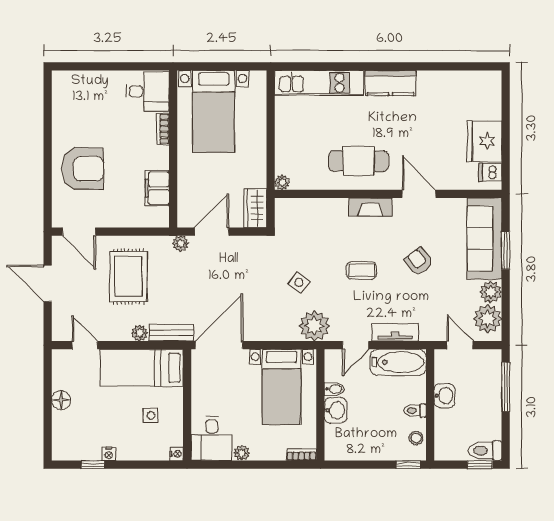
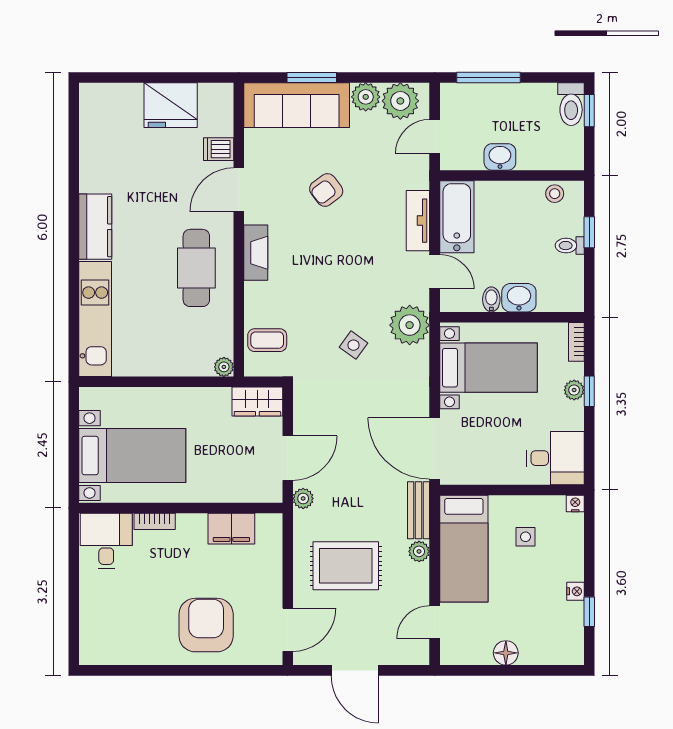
dishwasher: (490, 172) -> (219, 149), moved, turned 90
door: (212, 232) -> (288, 458), swing flipped
coffee table: (361, 270) -> (267, 340), moved, turned 90
door: (48, 283) -> (355, 670), hinge flipped
toilet: (415, 411) -> (570, 246), moved, turned 90
plant: (242, 453) -> (574, 390), moved
window: (263, 465) -> (589, 391), added
window: (408, 465) -> (589, 232), moved

